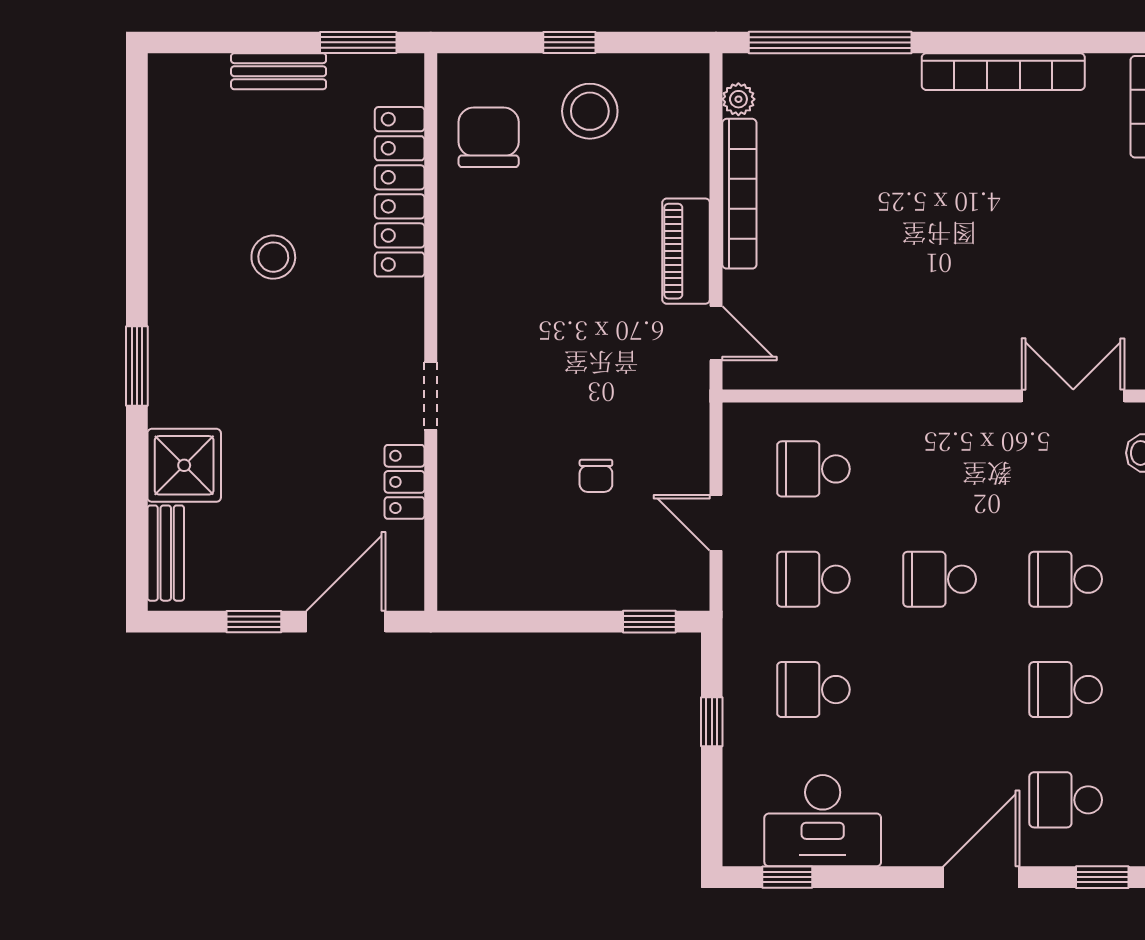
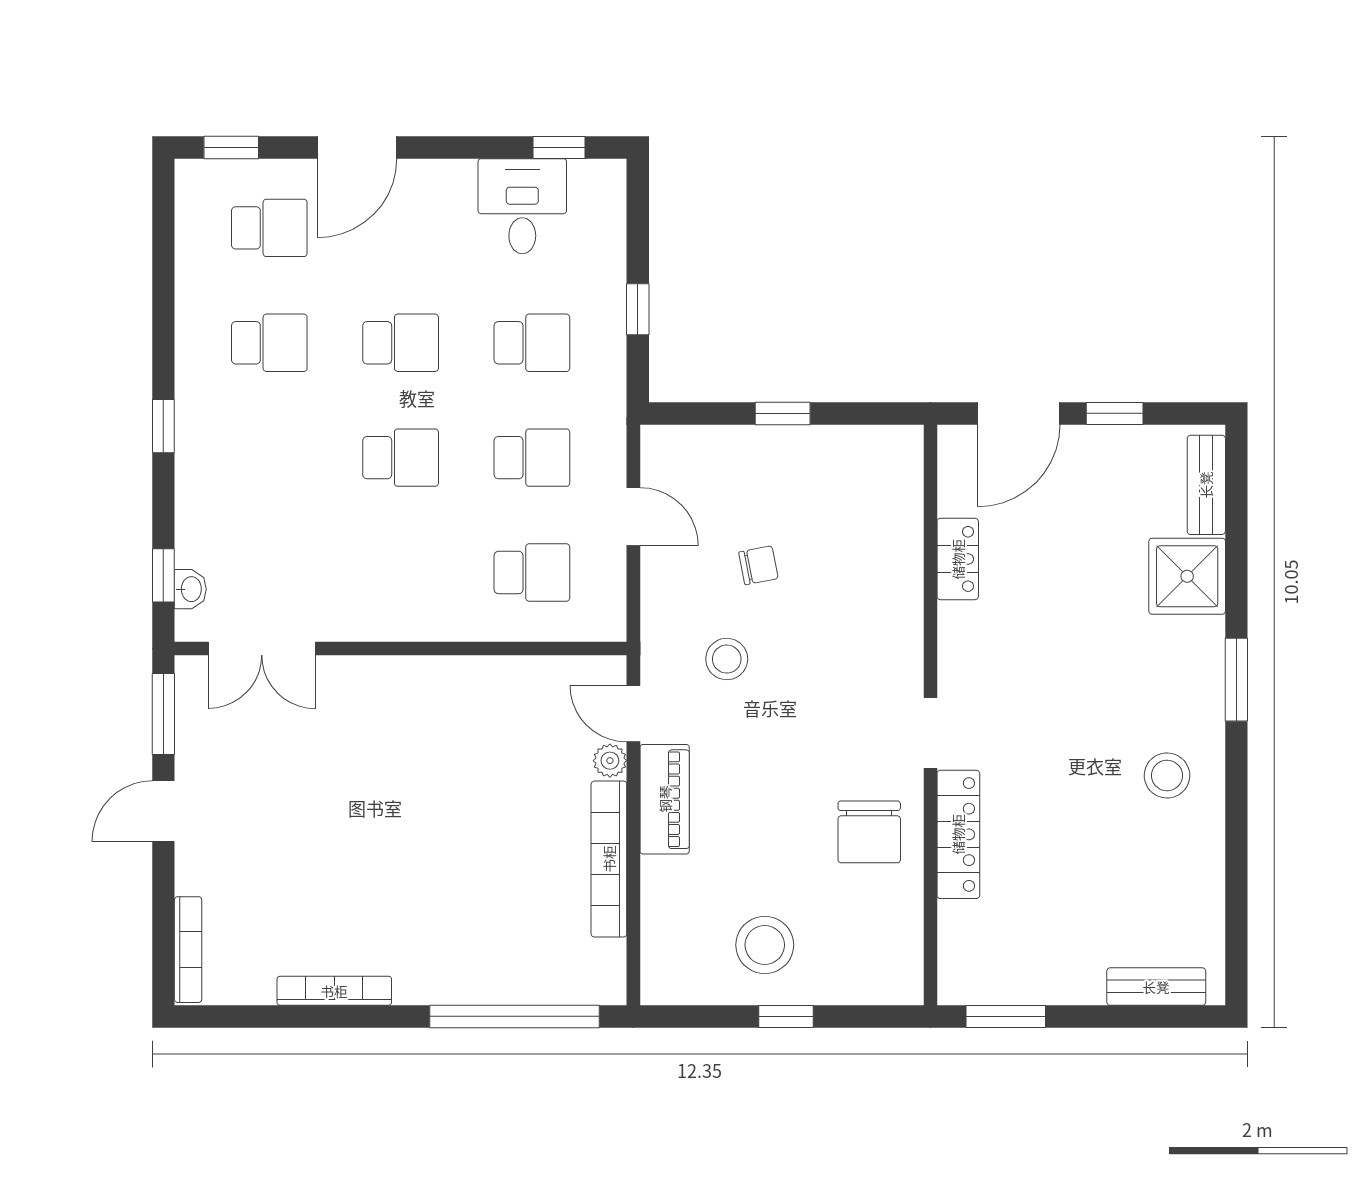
bench: (279, 71) -> (1156, 987), moved
bookcase: (1003, 72) -> (334, 991), width x0.68, depth x0.76
plant: (738, 99) -> (610, 761), moved
chair: (489, 137) -> (869, 832), moved
locker: (400, 192) -> (958, 834), width x0.71, depth x0.83
stool: (273, 257) -> (1167, 775), moved
stool: (626, 386) -> (727, 659), added
doorway: (431, 396) -> (930, 733), moved
chair: (596, 476) -> (758, 565), turned 79
school desk: (1066, 579) -> (401, 343), moved
window: (649, 622) -> (783, 413), moved
desk: (823, 821) -> (522, 206), width x0.73

